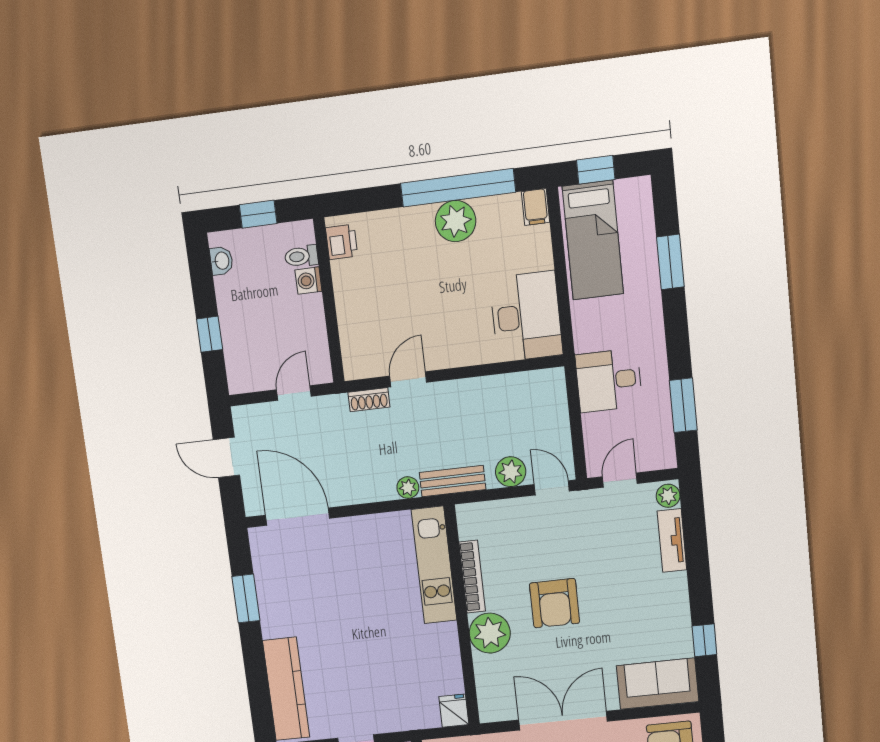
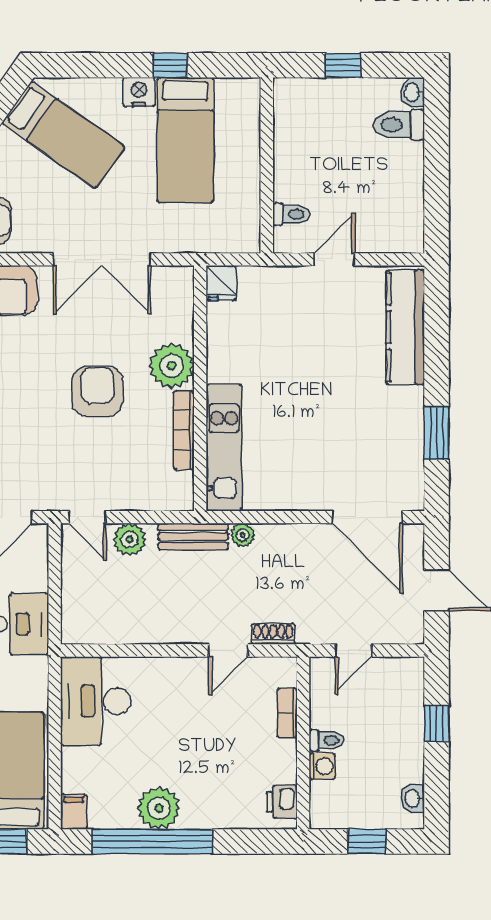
toilet: (301, 256) -> (327, 740), moved
bookcase: (347, 327) -> (287, 713), added

